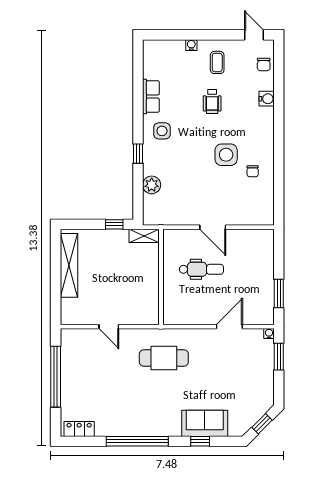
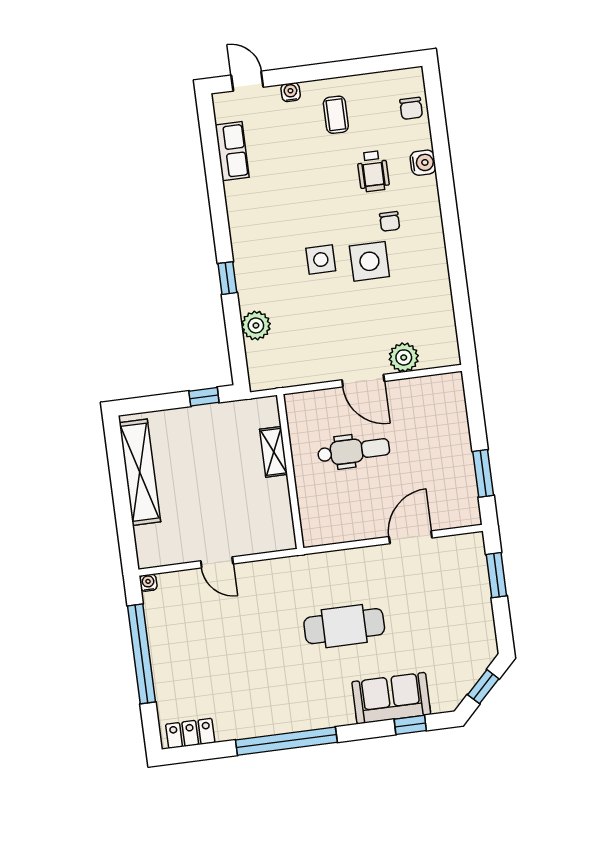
door: (254, 35) -> (247, 81), moved
row of seats: (151, 96) -> (232, 151), moved
wheelchair: (212, 102) -> (373, 171), moved
side table: (162, 131) -> (321, 260), moved
chair: (253, 171) -> (390, 221), moved
plant: (239, 216) -> (404, 357), added
shelving: (144, 236) -> (274, 452), moved, turned 90
water cooler: (269, 334) -> (148, 583), moved
cafe table: (164, 358) -> (344, 626), moved
window: (200, 441) -> (410, 725), moved

